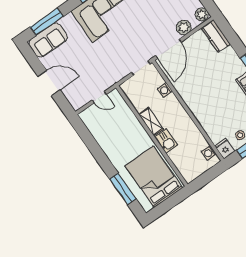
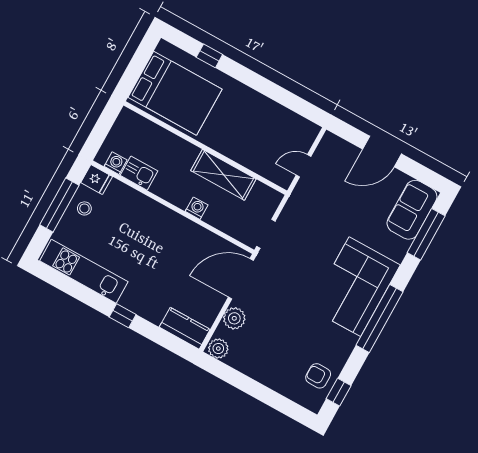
door: (168, 49) -> (241, 279), hinge flipped
washing machine: (165, 90) -> (197, 208), moved
shelving: (151, 122) -> (223, 175), width x1.50, depth x1.33
kitchen sink: (166, 141) -> (139, 173), moved, turned 180
window: (123, 189) -> (209, 56), width x0.46

